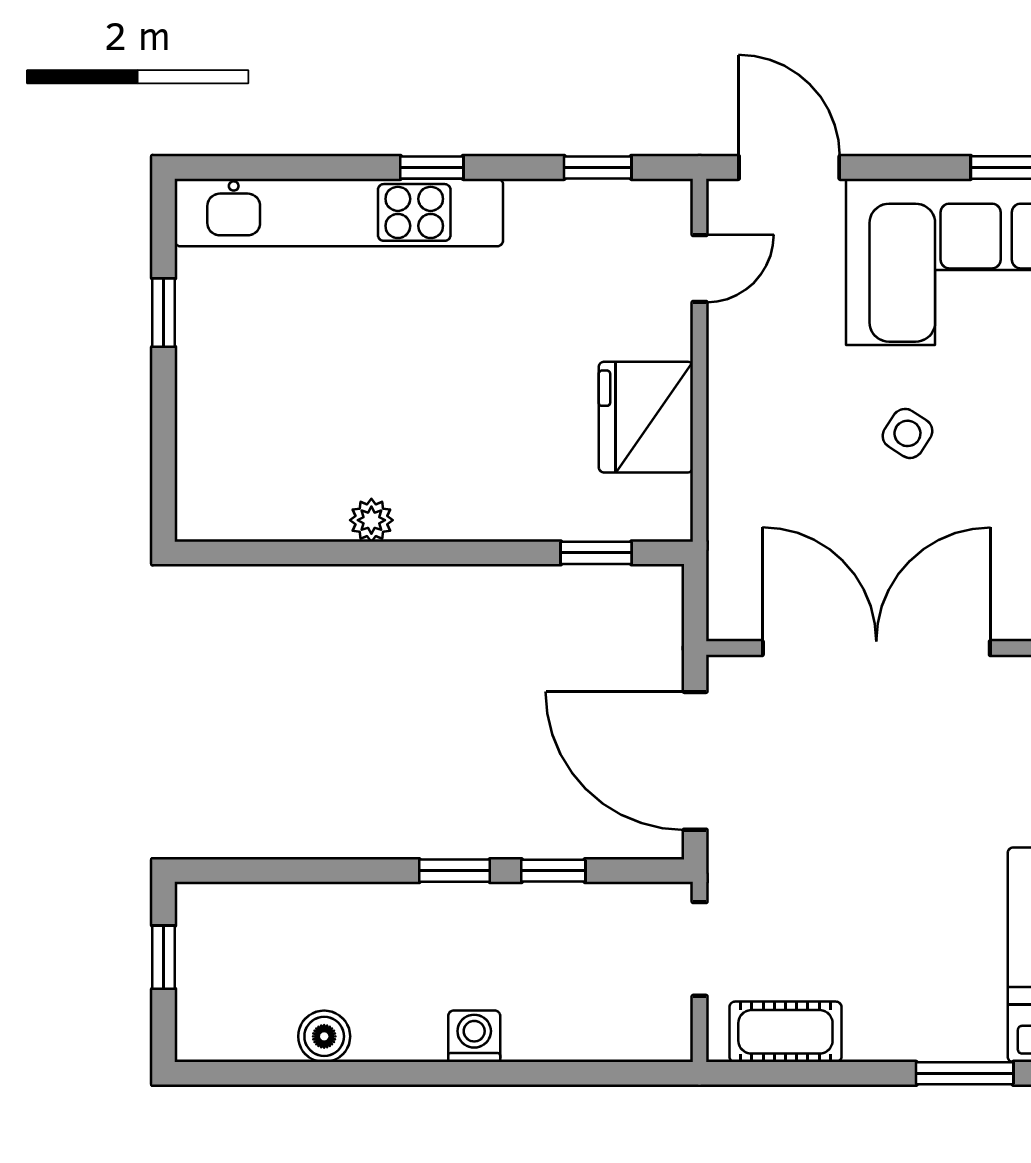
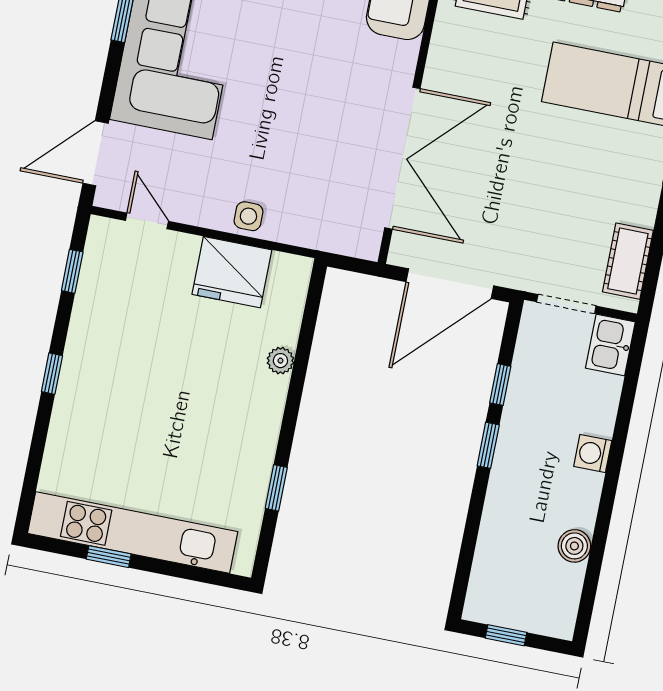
kitchen unit: (339, 212) -> (133, 533), moved, turned -90
side table: (907, 433) -> (248, 216), moved, turned -33
plant: (371, 520) -> (280, 361), moved
window: (596, 553) -> (276, 488), moved
double door: (876, 648) -> (402, 158), swing flipped
kitchen sink: (649, 1030) -> (610, 345), added

